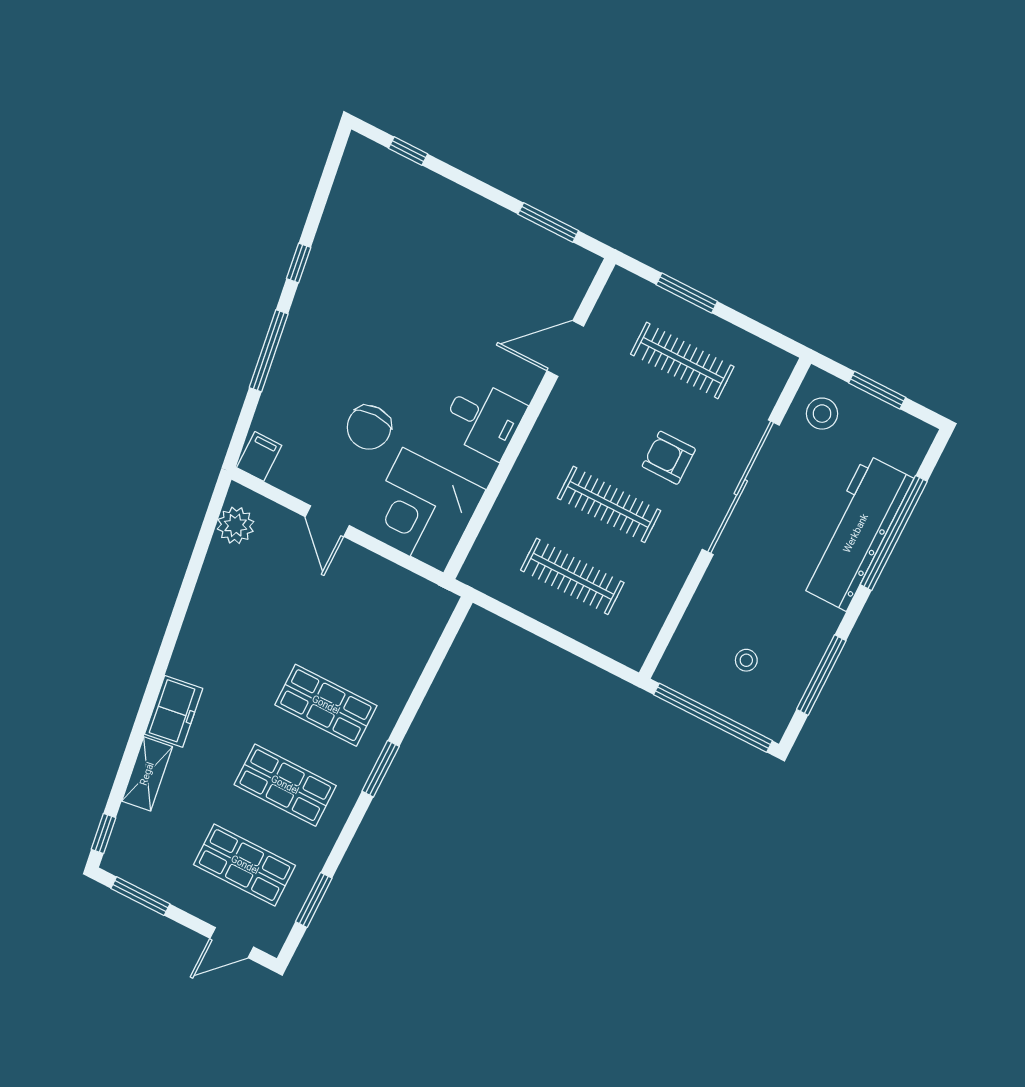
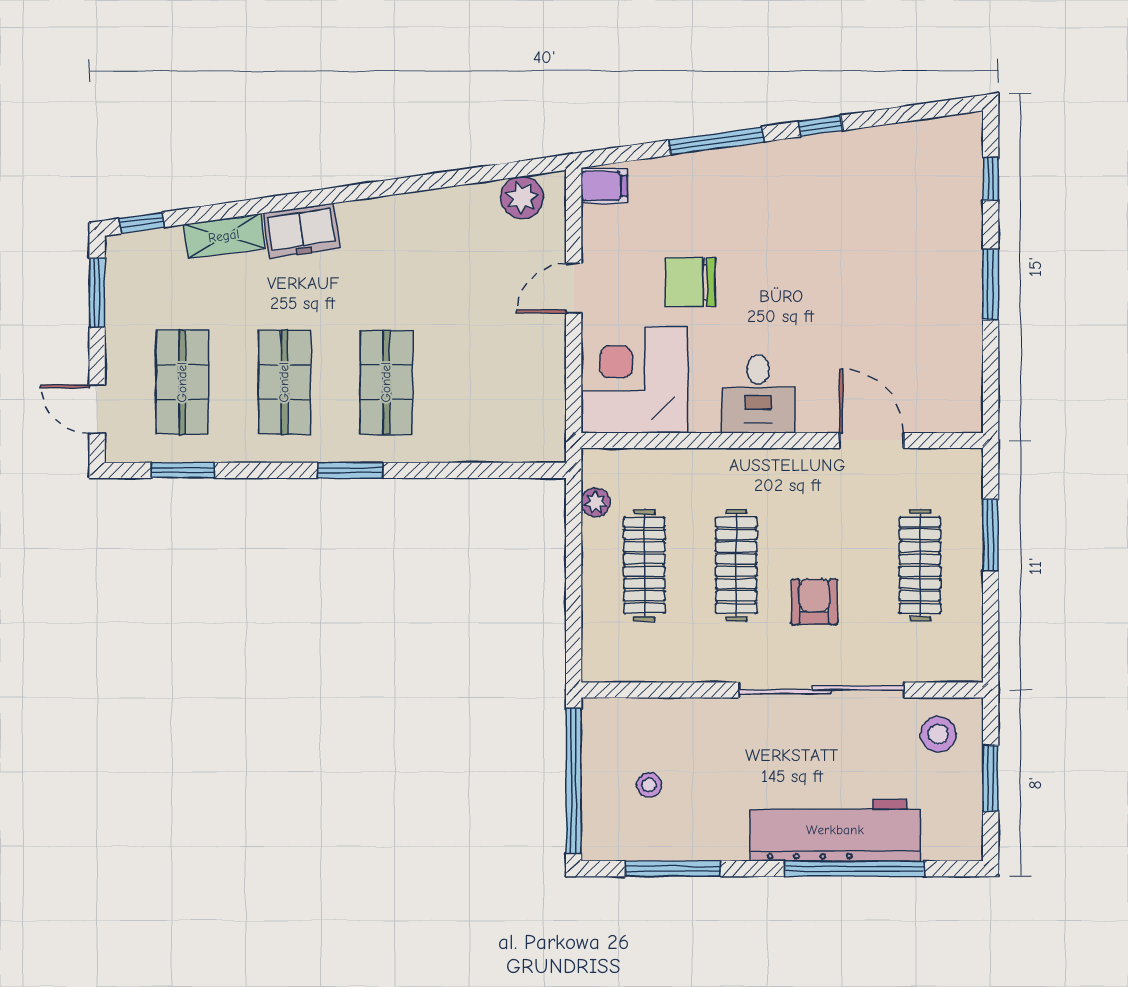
window: (548, 222) -> (991, 285), moved
plant: (504, 589) -> (595, 502), added

